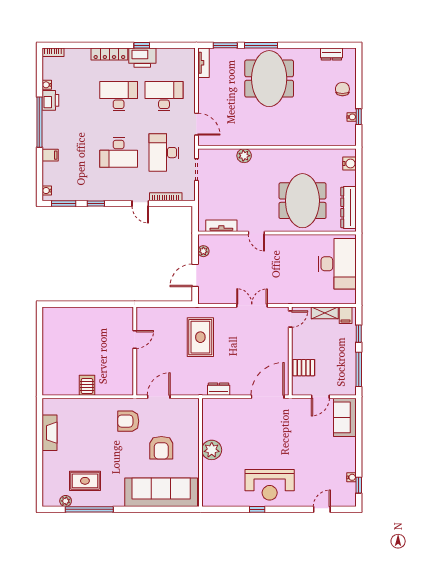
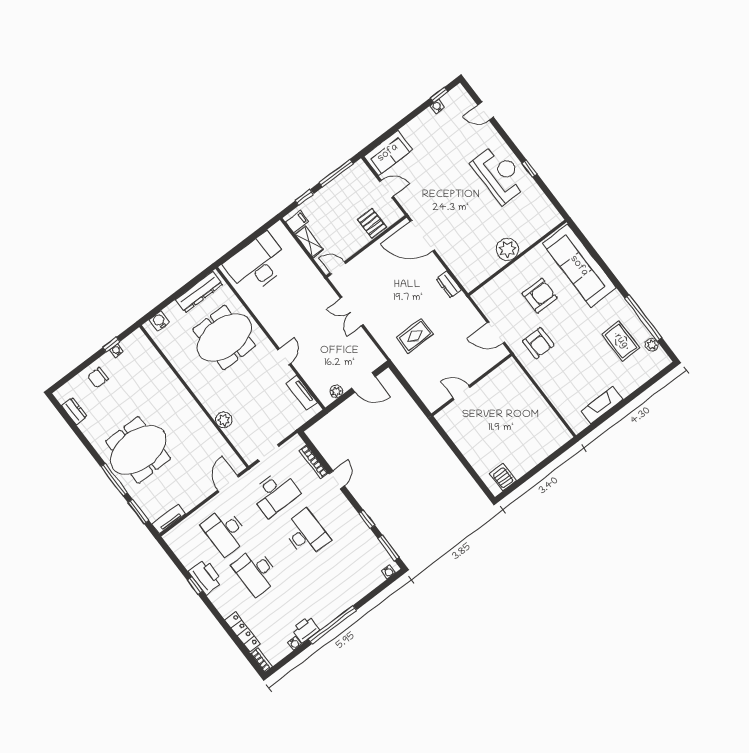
locker: (109, 54) -> (242, 632), moved
filing cabinet: (50, 155) -> (355, 593), removed
rug: (200, 337) -> (415, 336), width x0.73, depth x0.70
server rack: (87, 385) -> (503, 477), moved, turned 90

